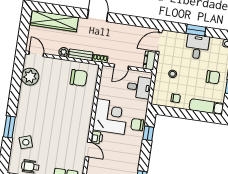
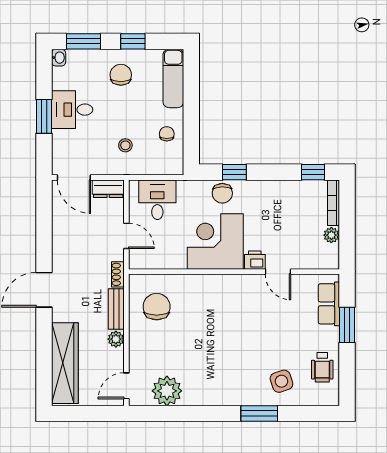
door: (88, 150) -> (278, 272), swing flipped

